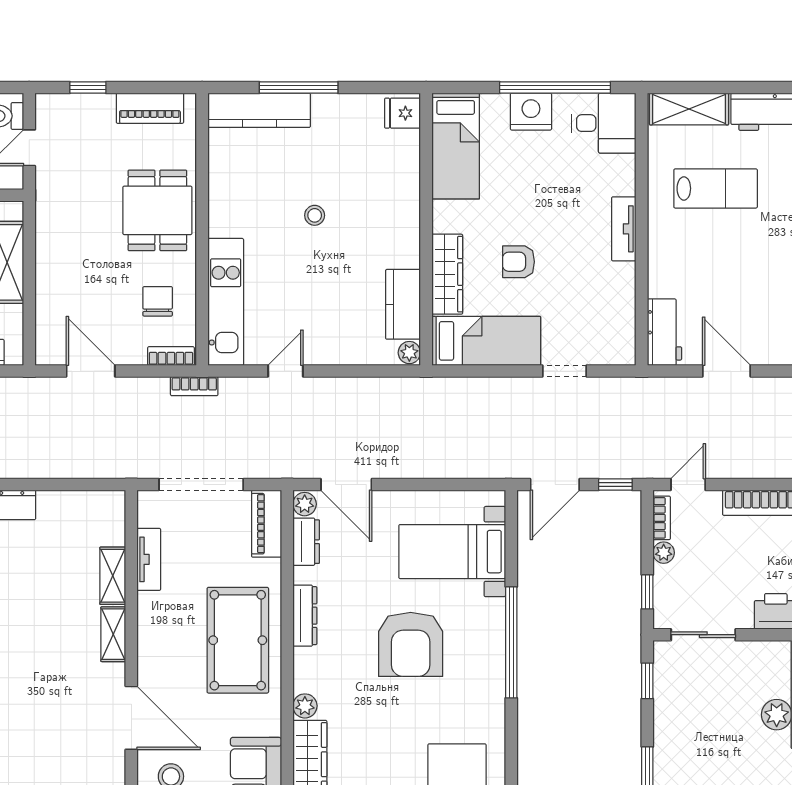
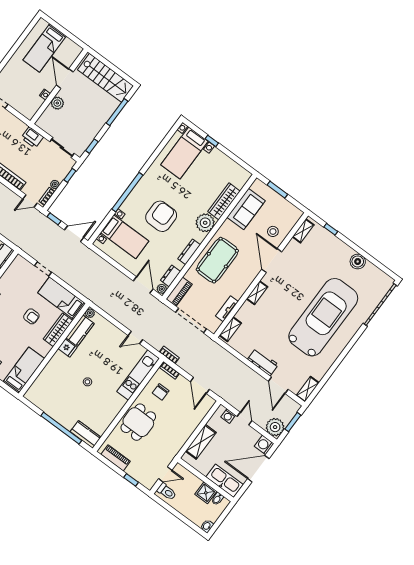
window: (299, 87) -> (61, 428), width x1.46
kitchen counter: (259, 110) -> (86, 434), width x0.67
fridge: (403, 113) -> (67, 348), moved
shelving: (113, 576) -> (230, 329), moved
plant: (305, 706) -> (205, 223), width x1.87, depth x1.87

